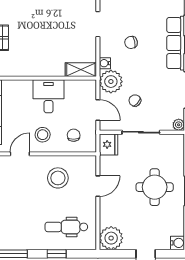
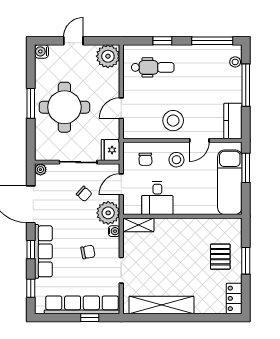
desk: (49, 96) -> (157, 198), moved
door: (98, 110) -> (121, 184), hinge flipped
stool: (58, 178) -> (173, 121), moved
round table: (155, 187) -> (64, 107), width x1.36, depth x1.36

